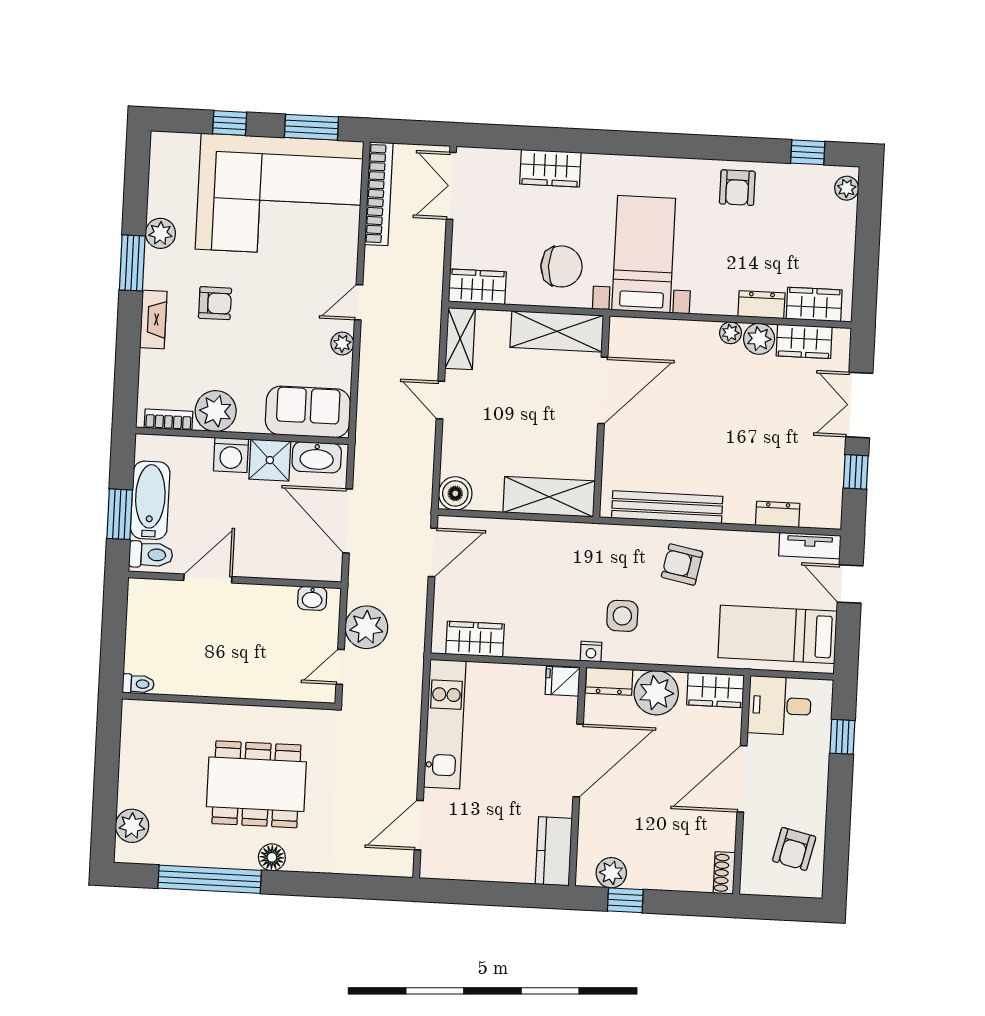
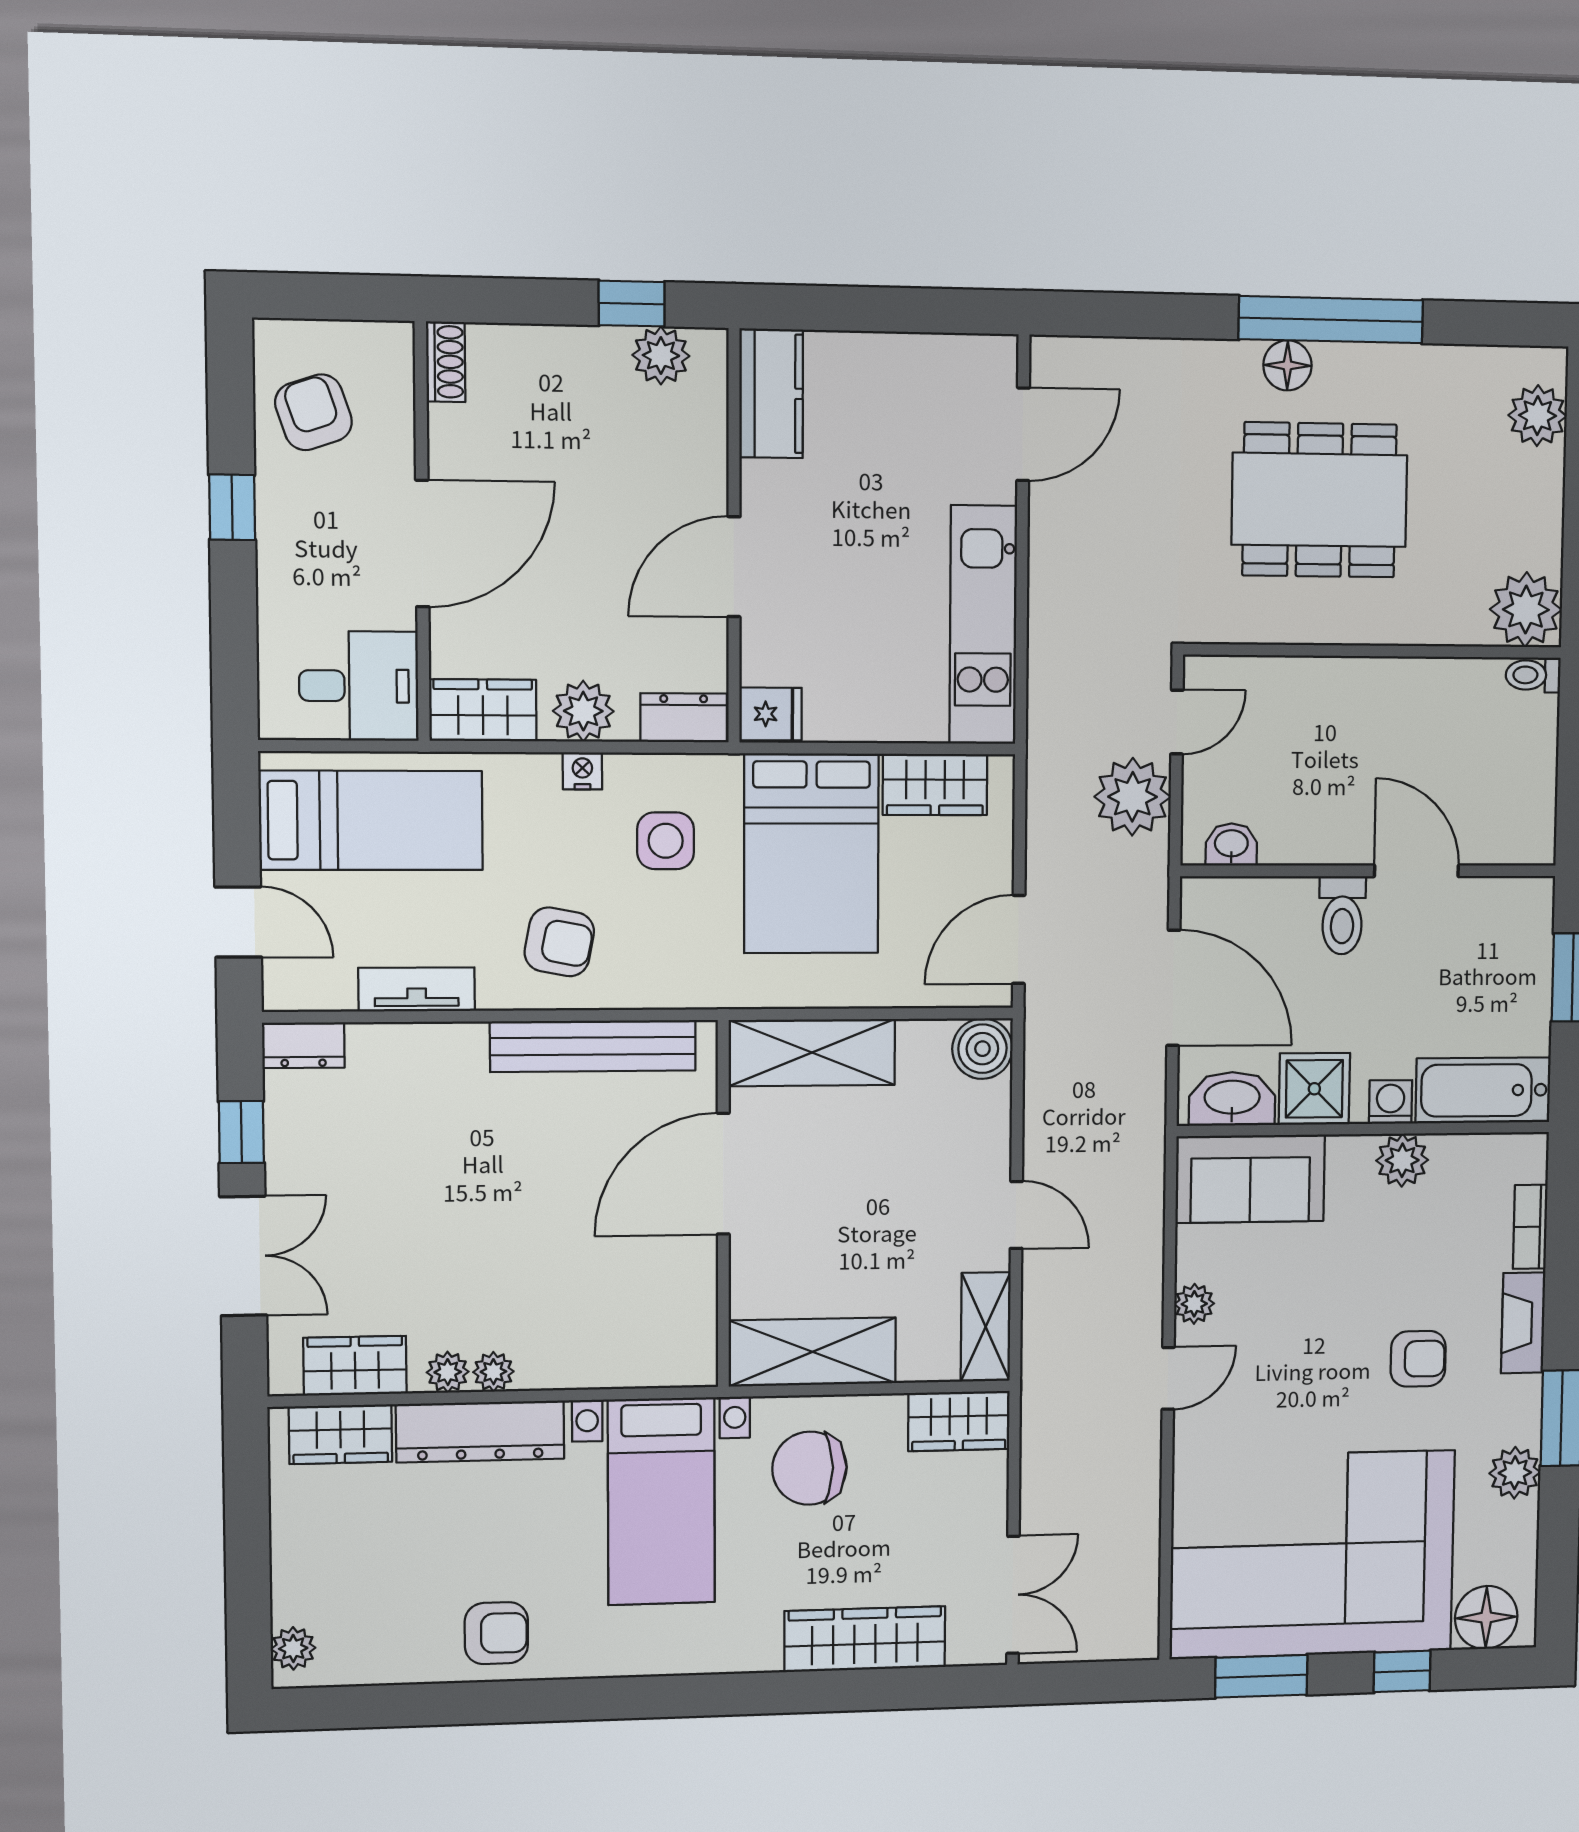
floor lamp: (179, 150) -> (1486, 1617), added
window: (808, 152) -> (370, 1707), removed
wardrobe: (550, 168) -> (865, 1639), width x1.50
armchair: (737, 188) -> (496, 1633), turned 90
bookcase: (379, 194) -> (1140, 1571), removed
armchair: (215, 303) -> (1418, 1359), turned 180
dresser: (761, 305) -> (480, 1431), width x1.96, depth x1.24
plant: (759, 339) -> (448, 1372), width x0.73, depth x0.73
door: (603, 390) -> (723, 1174), moved
plant: (216, 411) -> (1402, 1160), width x0.73, depth x0.73
bookcase: (169, 420) -> (1530, 1227), moved, turned 90
washing machine: (231, 455) -> (1391, 1102), width x0.73, depth x0.73
bathtub: (150, 500) -> (1483, 1090), moved, turned 90
dresser: (778, 514) -> (303, 1045), moved
tv unit: (810, 546) -> (417, 989), moved
toilet: (151, 555) -> (1342, 915), moved, turned -90
door: (208, 579) -> (1416, 871), swing flipped
bed: (544, 605) -> (811, 853), added
nightstand: (591, 652) -> (582, 771), moved
plant: (656, 693) -> (583, 711), width x0.73, depth x0.73
plant: (141, 720) -> (1526, 610), added
window: (842, 737) -> (232, 507), moved
door: (578, 760) -> (734, 567), width x0.73
armchair: (794, 849) -> (313, 412), turned -32
window: (210, 879) -> (1331, 320), moved

